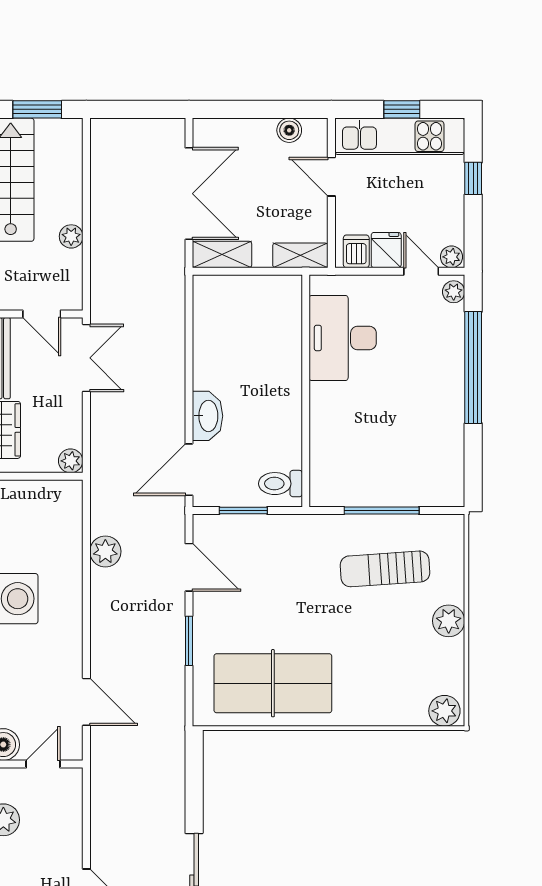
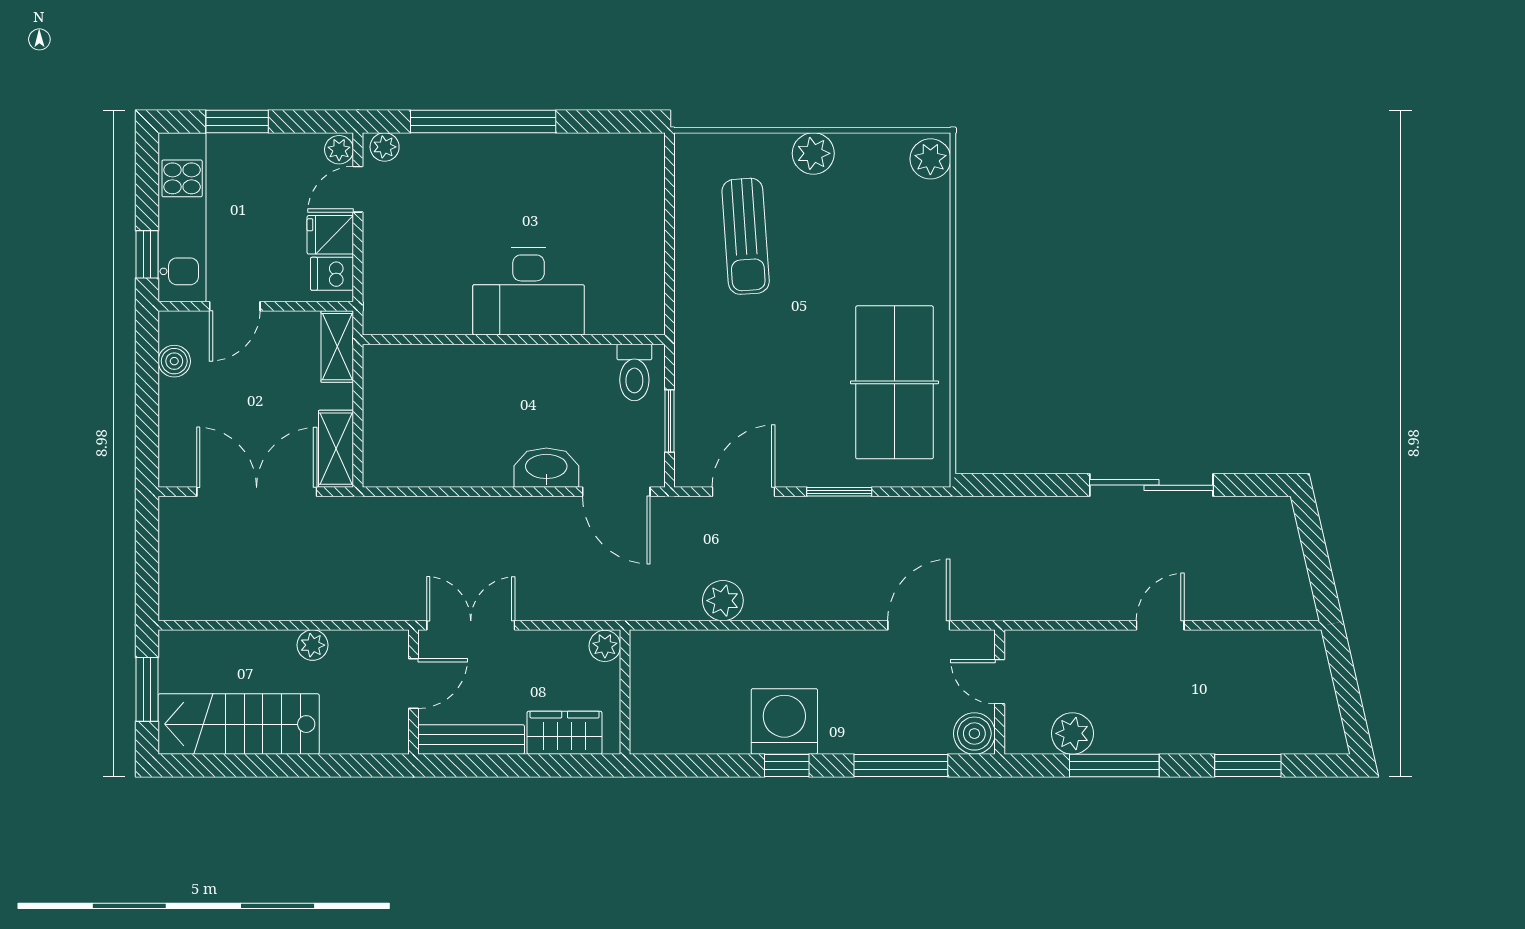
window: (402, 109) -> (147, 254), moved
window: (473, 178) -> (237, 121), width x1.50
desk: (343, 338) -> (529, 291), moved
window: (382, 510) -> (669, 241), removed

